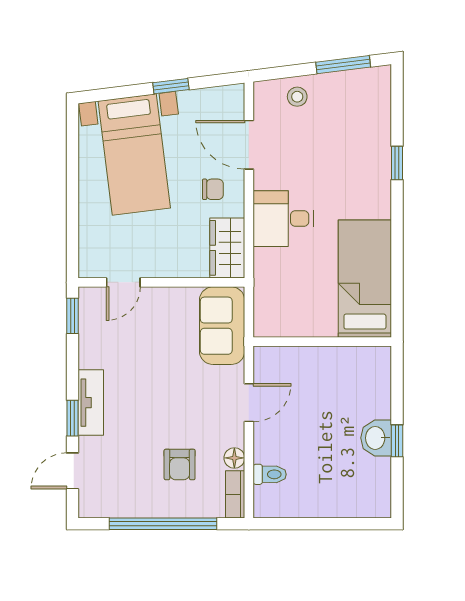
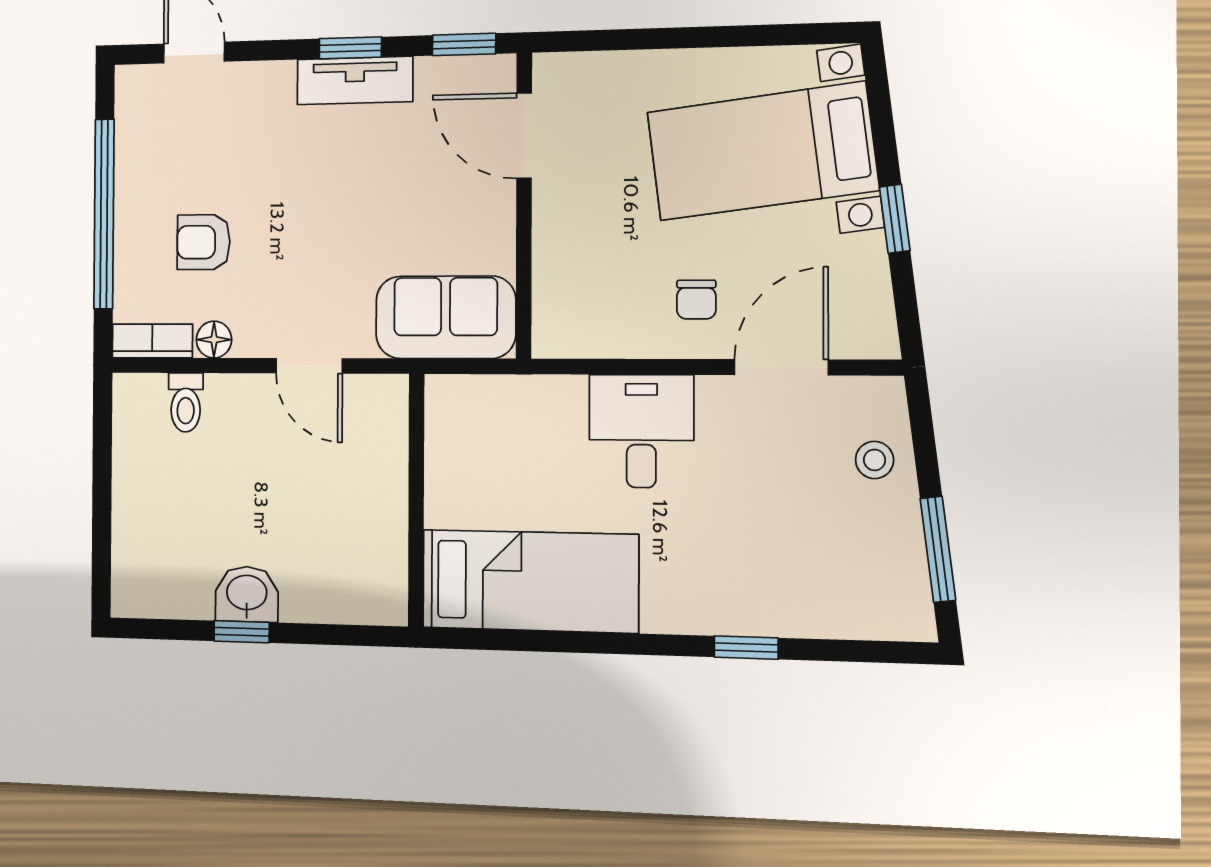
wardrobe: (227, 248) -> (587, 327), removed
door: (123, 282) -> (524, 136), width x1.38
tv unit: (91, 403) -> (355, 80), moved
window: (73, 418) -> (350, 48), moved

